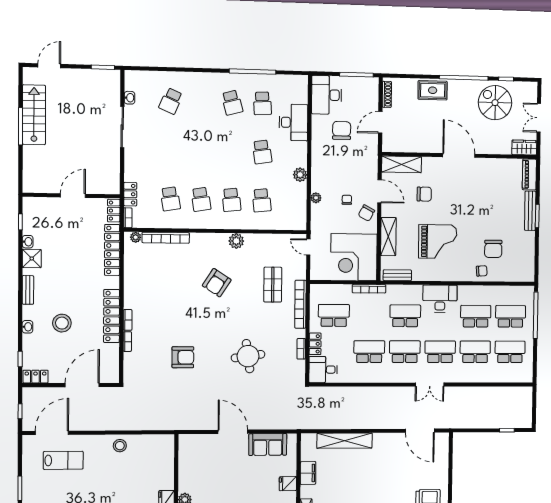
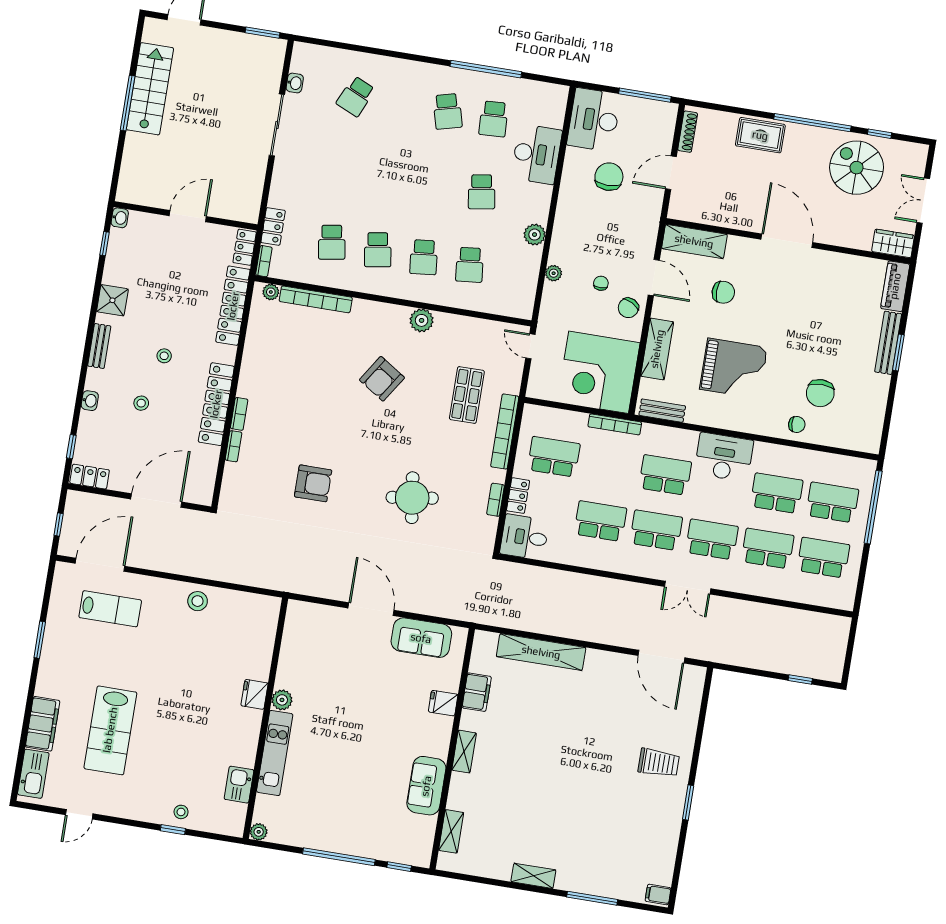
washbasin: (28, 242) -> (120, 218), moved
stool: (72, 290) -> (164, 356), added
stool: (62, 323) -> (141, 403), width x0.53, depth x0.53

